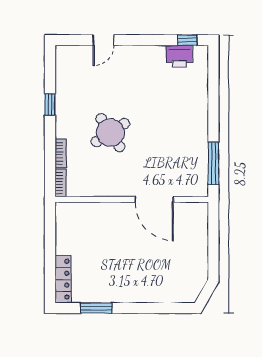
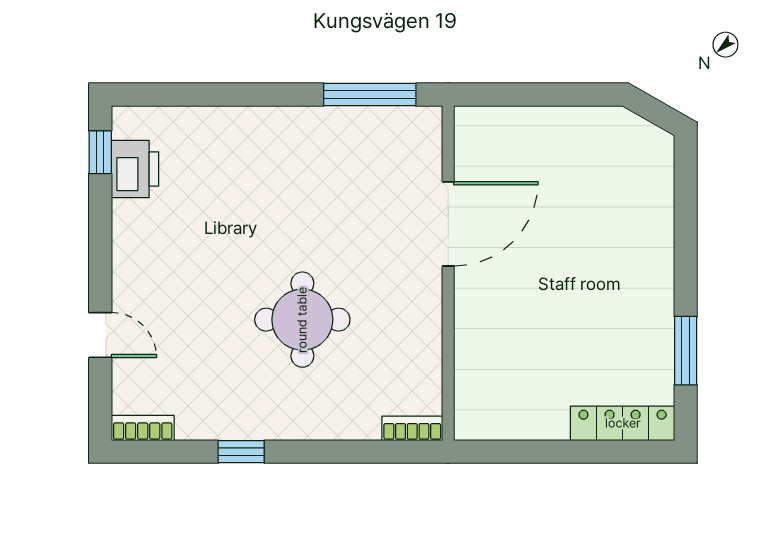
round table: (110, 133) -> (302, 320), turned 33
bookcase: (61, 153) -> (143, 428), moved

